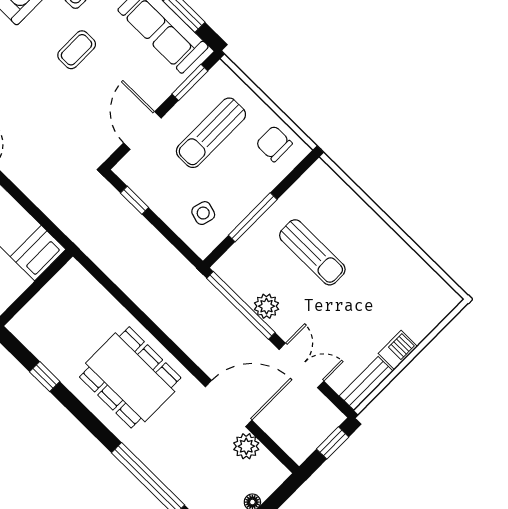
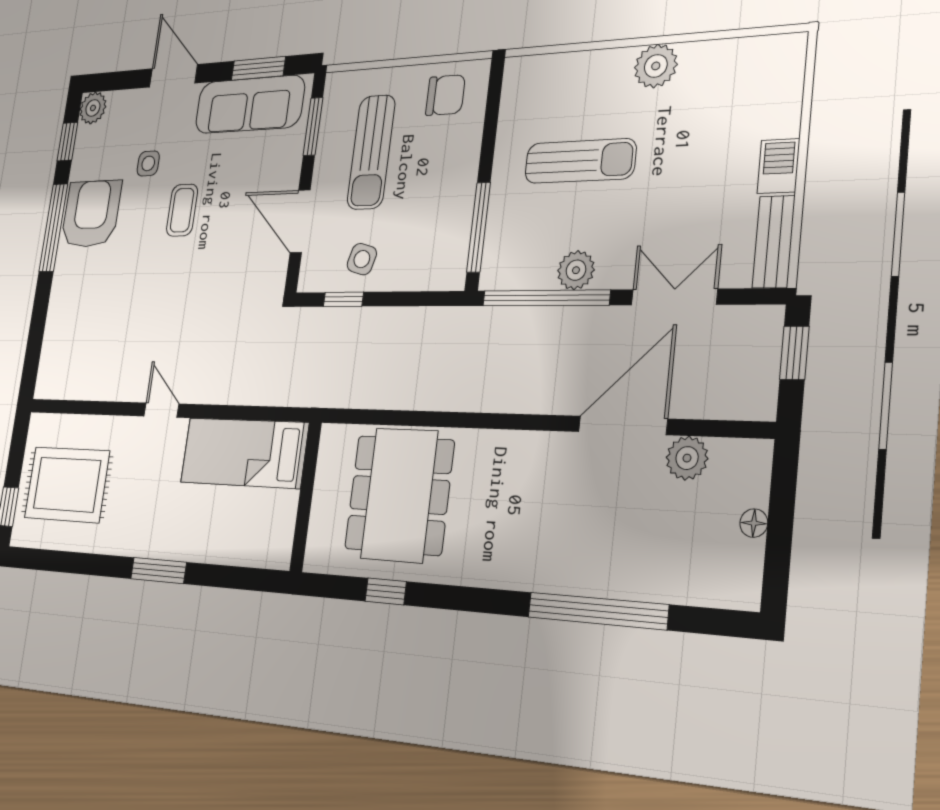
chair: (274, 144) -> (445, 95), turned 180
side table: (203, 213) -> (362, 259), moved
window: (253, 217) -> (479, 227), moved
plant: (386, 242) -> (656, 66), added
dining table: (130, 377) -> (399, 495), moved, turned 90

